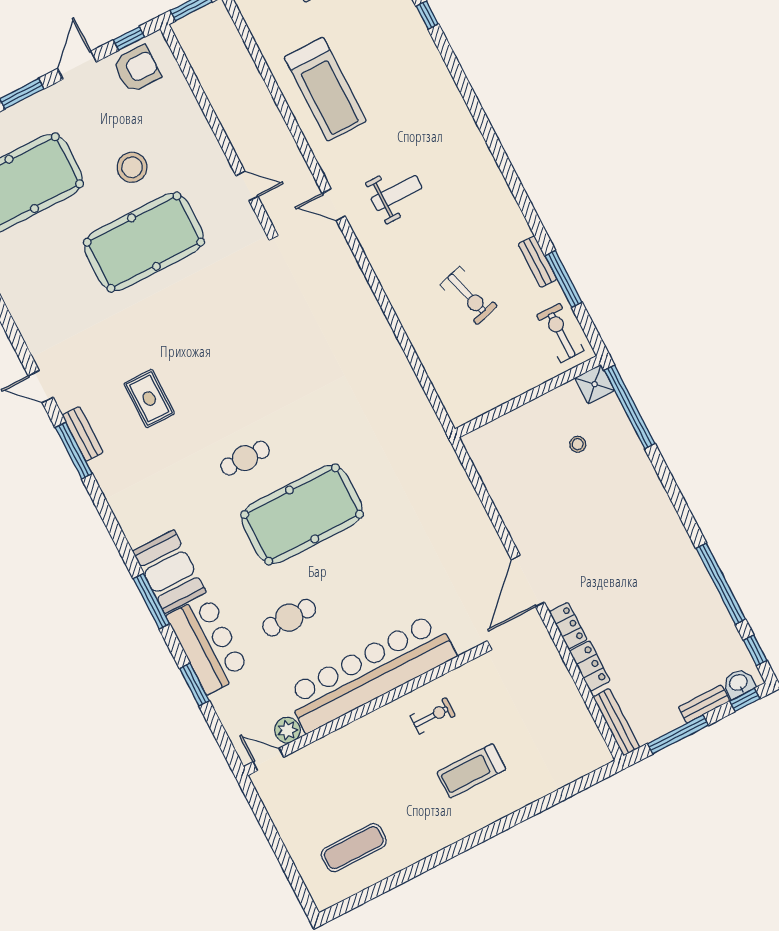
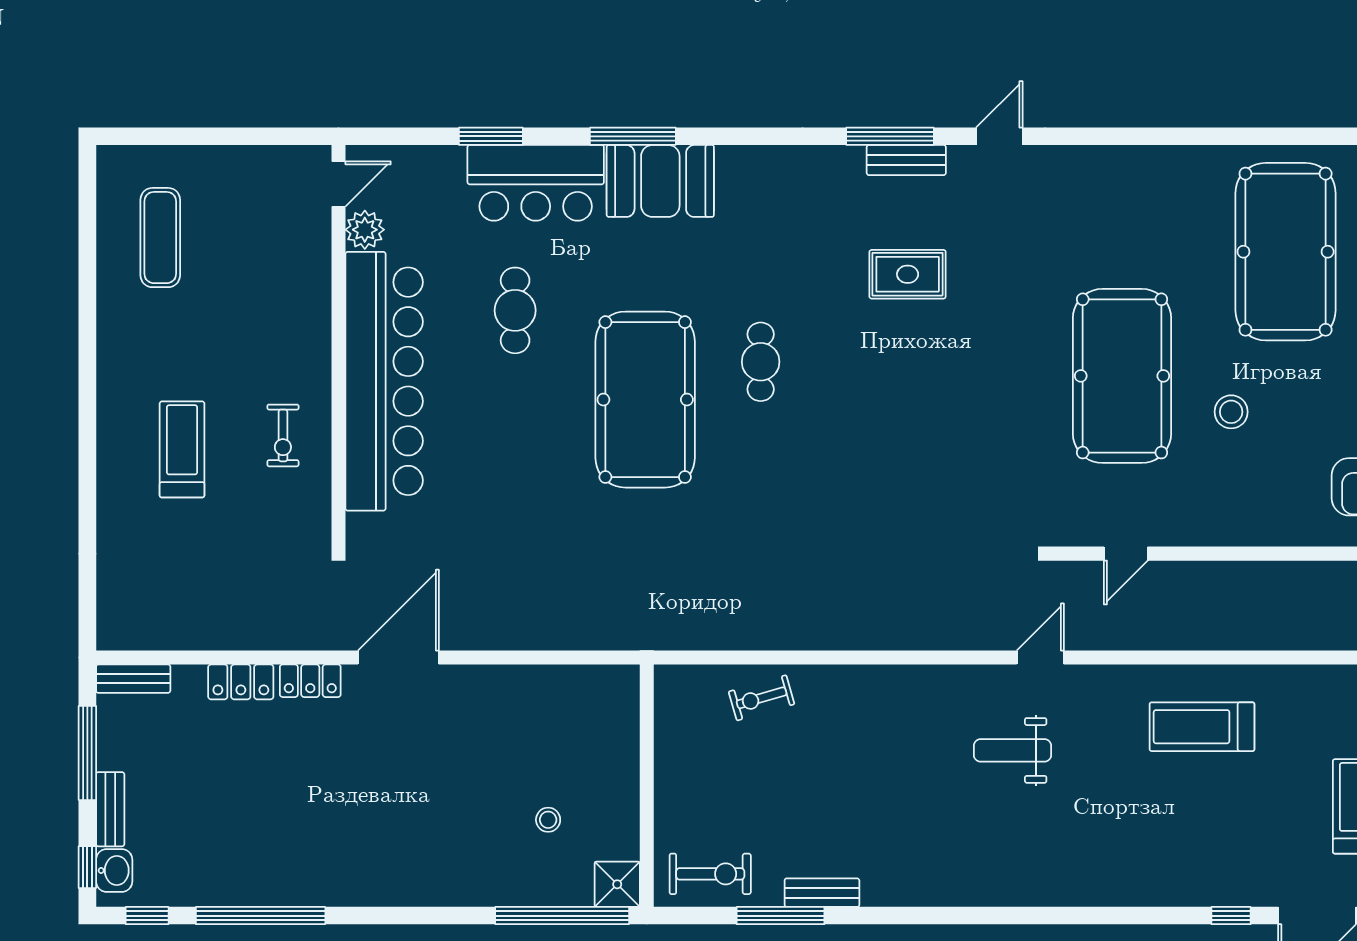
treadmill: (325, 89) -> (1202, 727), width x0.73, depth x0.73
stool: (132, 167) -> (1231, 412), width x0.73, depth x0.73
weight bench: (397, 193) -> (1013, 750), turned 90
exercise bike: (469, 296) -> (762, 698), moved, width x0.73, depth x0.72
door: (528, 581) -> (398, 658), hinge flipped
bench: (616, 722) -> (133, 679), width x0.73

